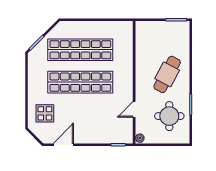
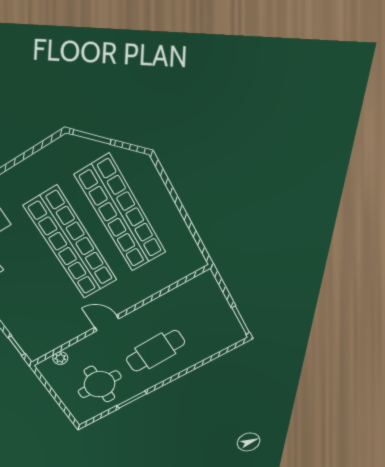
cafe table: (167, 74) -> (155, 351), turned -30
door: (134, 109) -> (107, 323), moved
plant: (140, 138) -> (60, 358), moved

